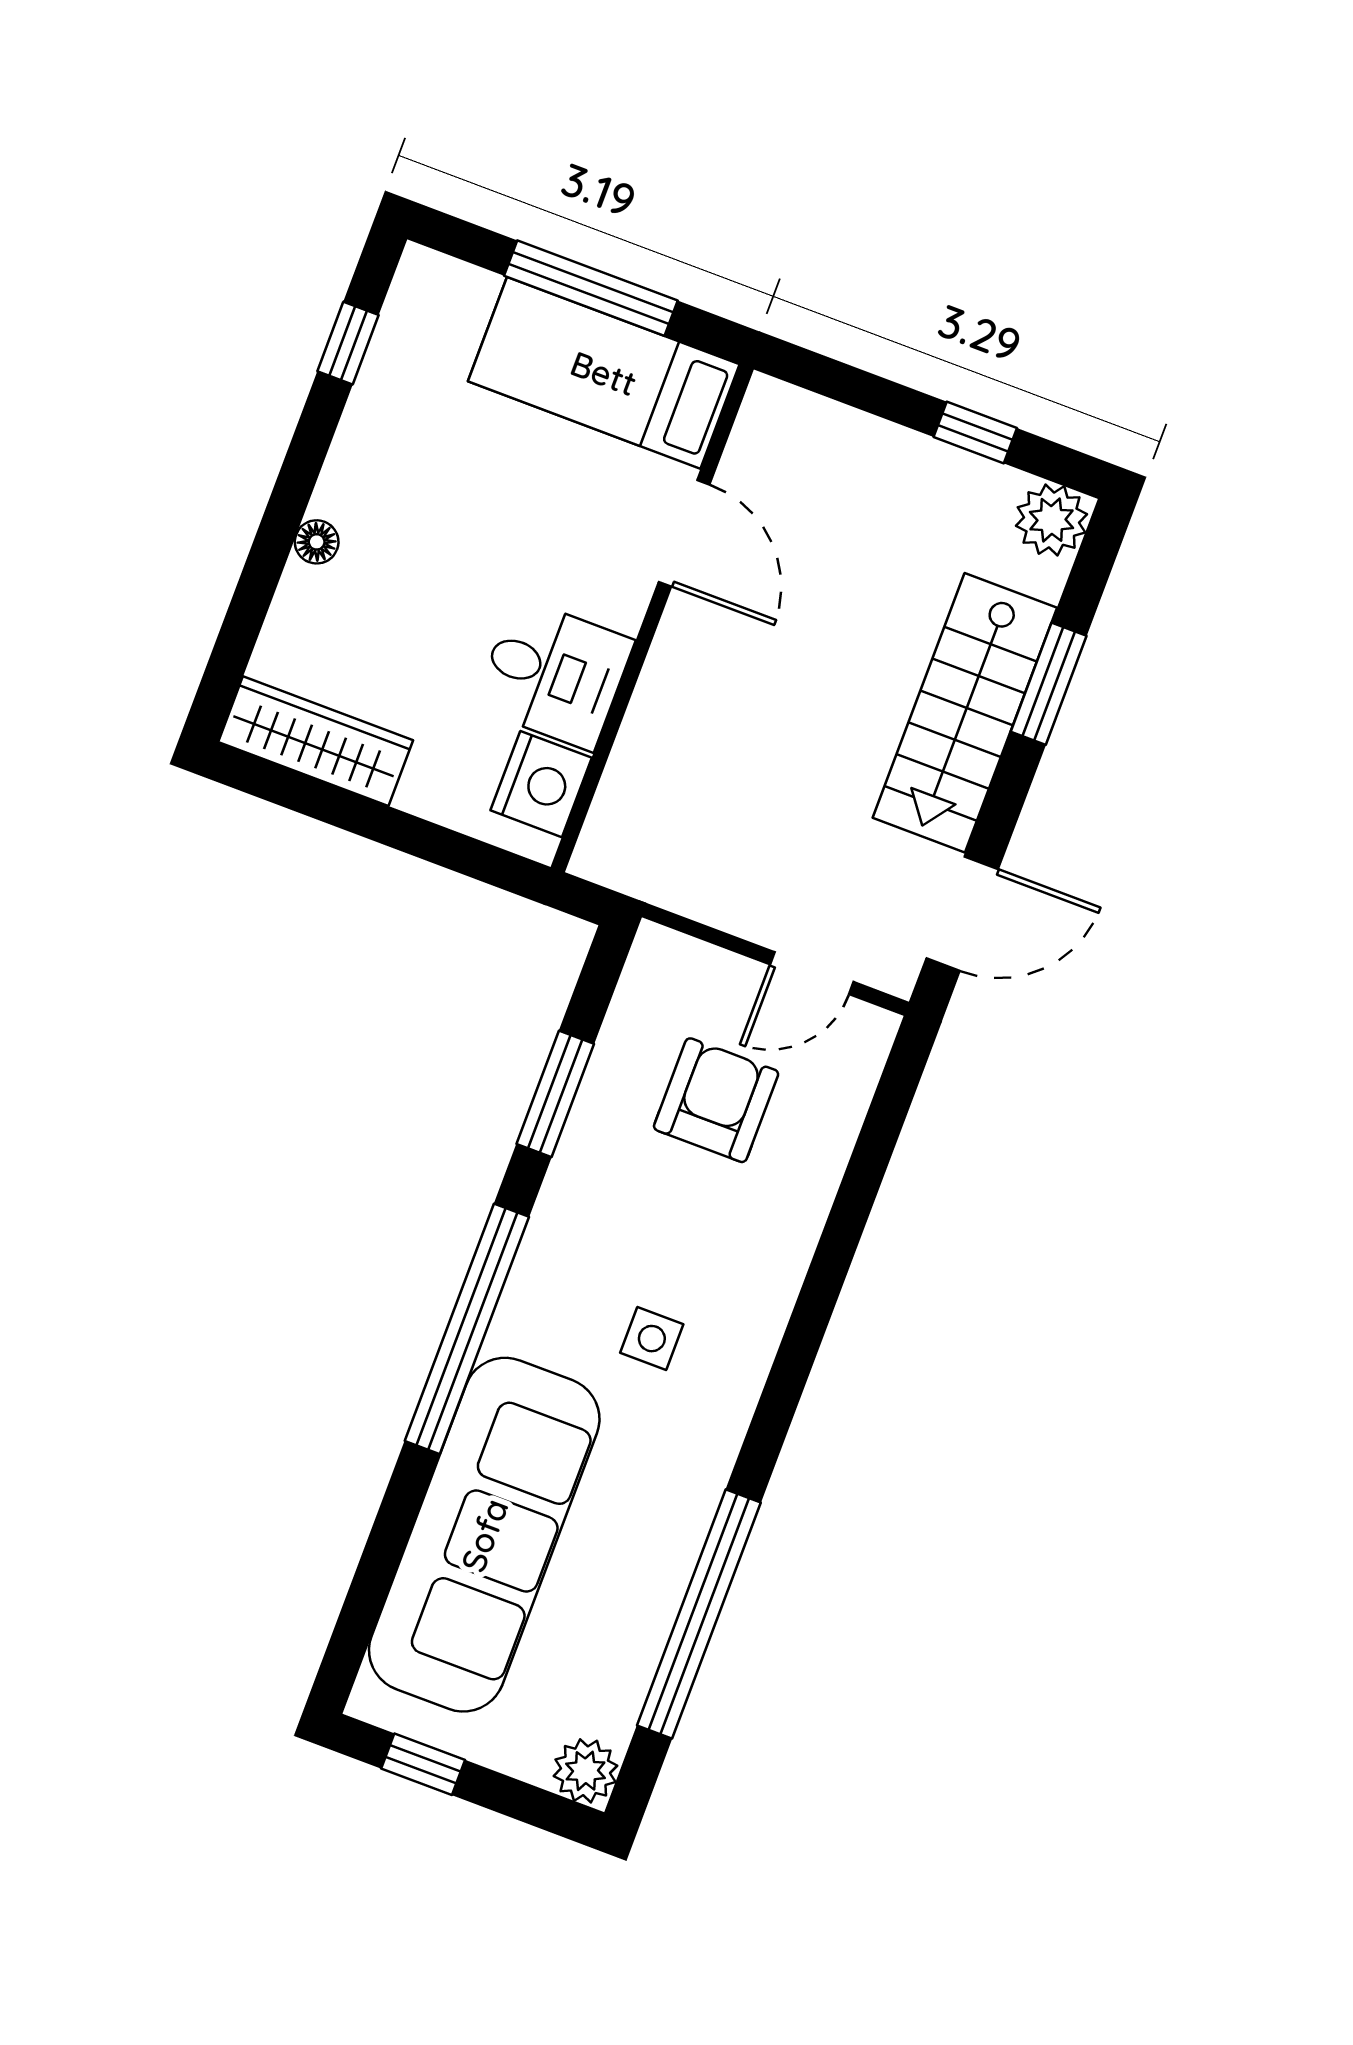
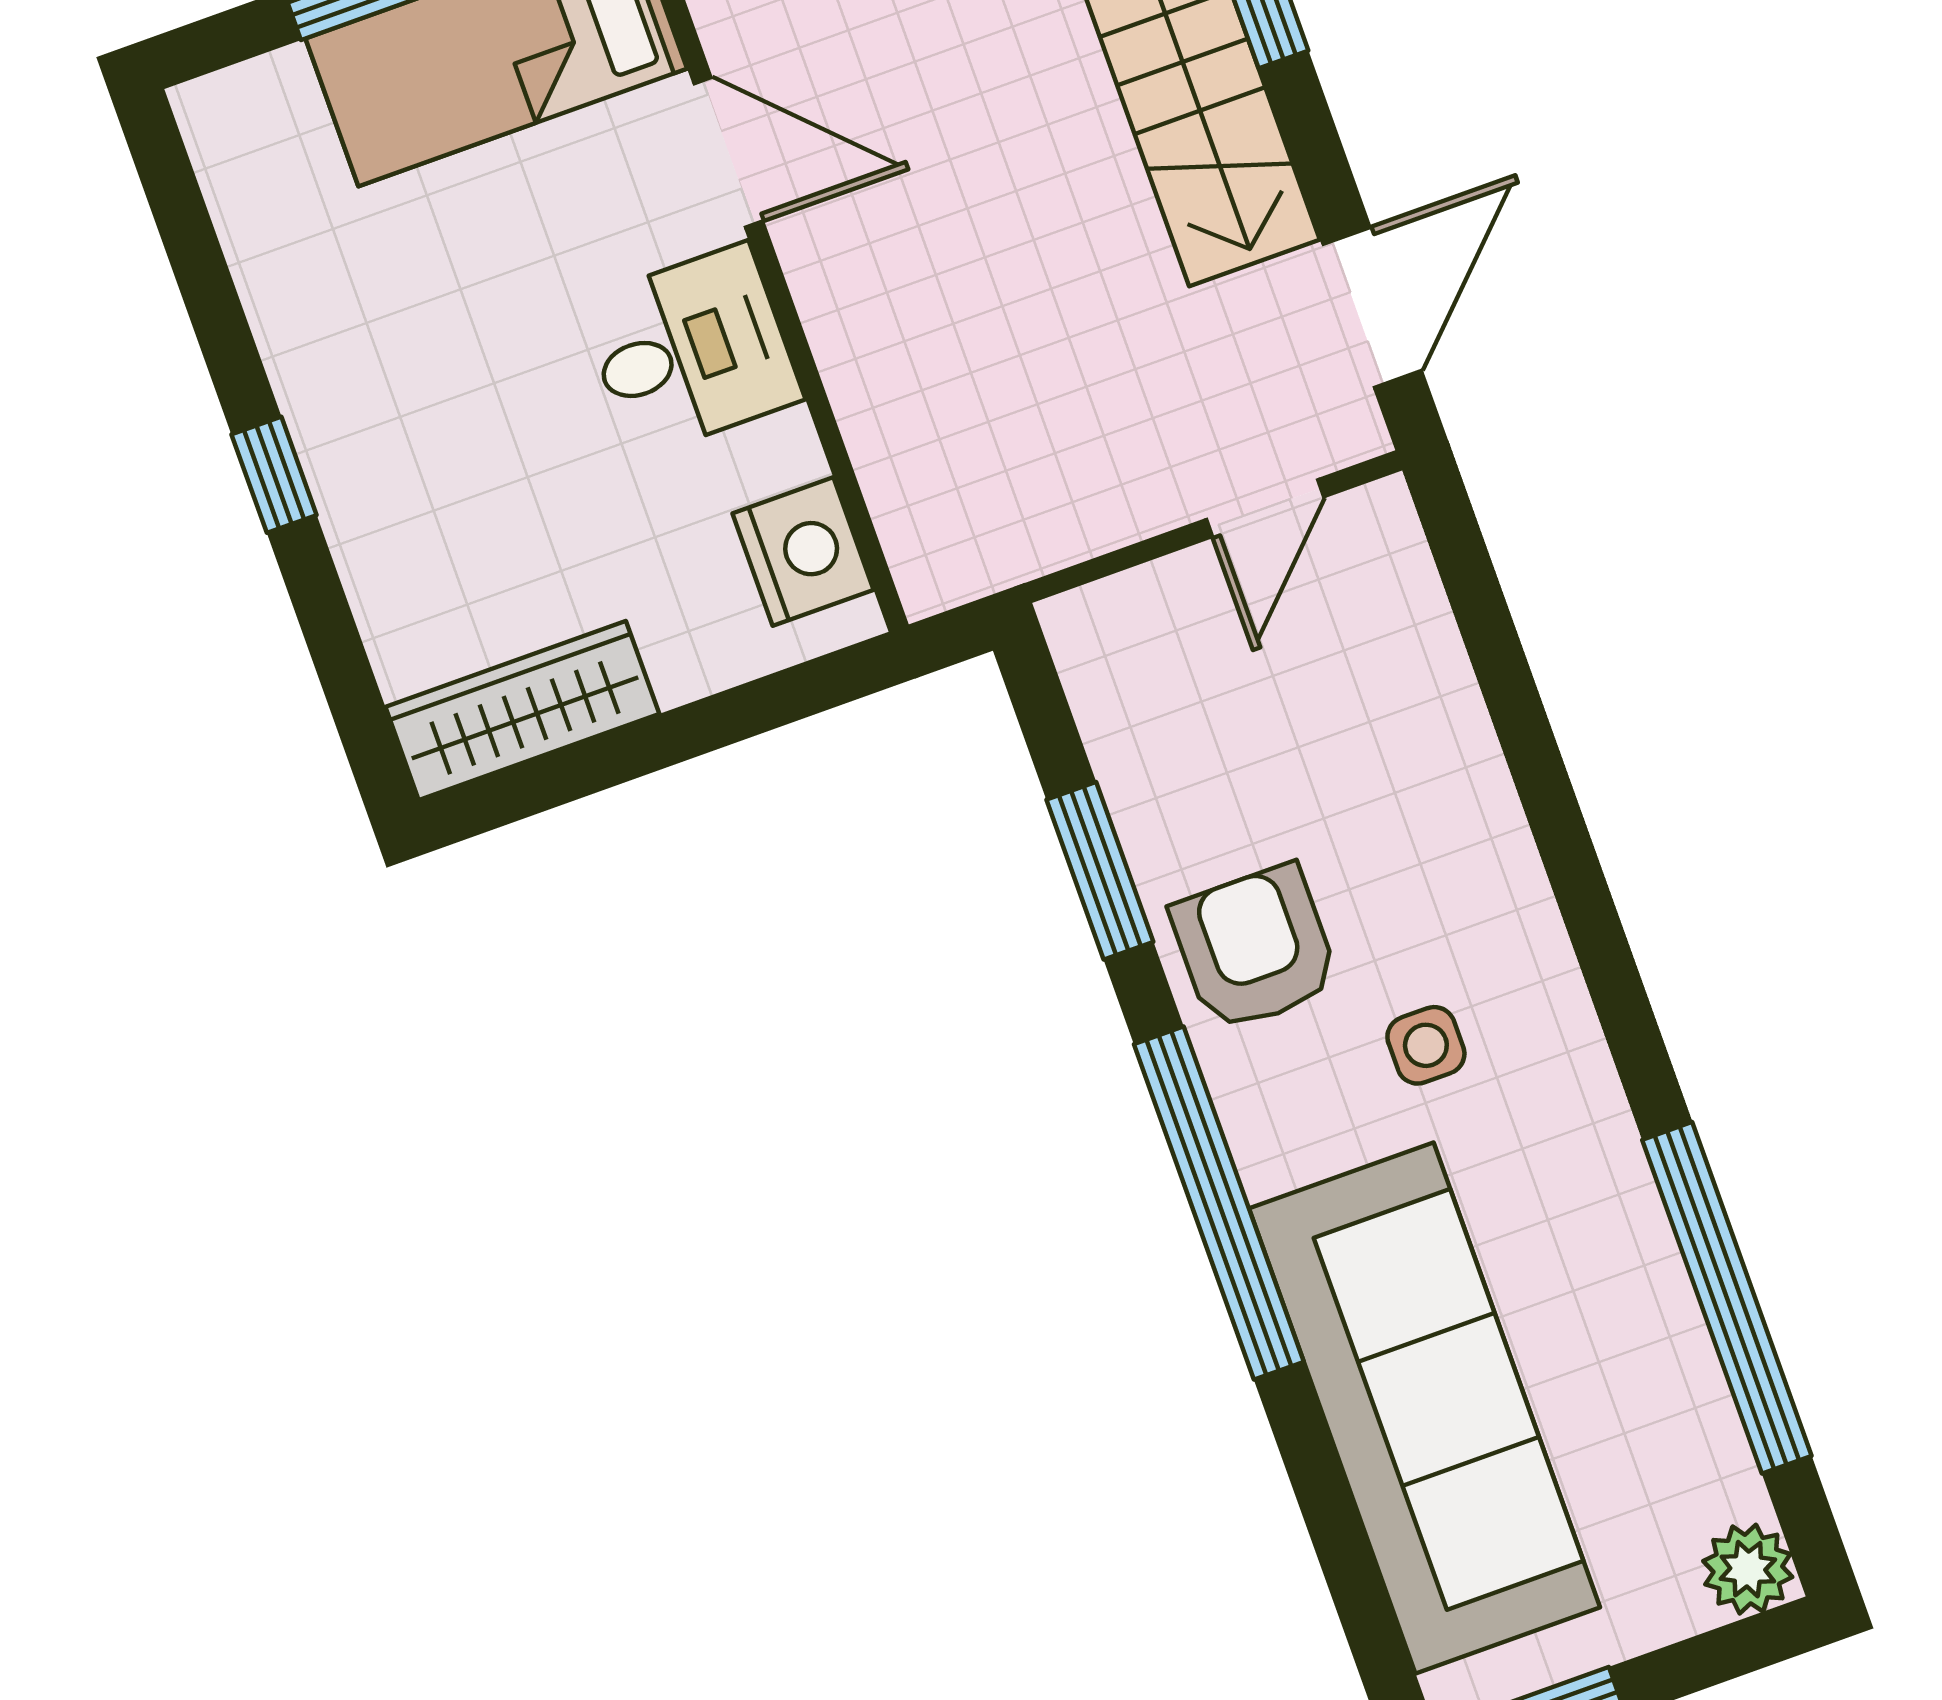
window: (348, 343) -> (274, 475), moved
floor lamp: (317, 542) -> (342, 496), removed
desk: (554, 674) -> (691, 350), moved
armchair: (716, 1100) -> (1255, 948), moved

